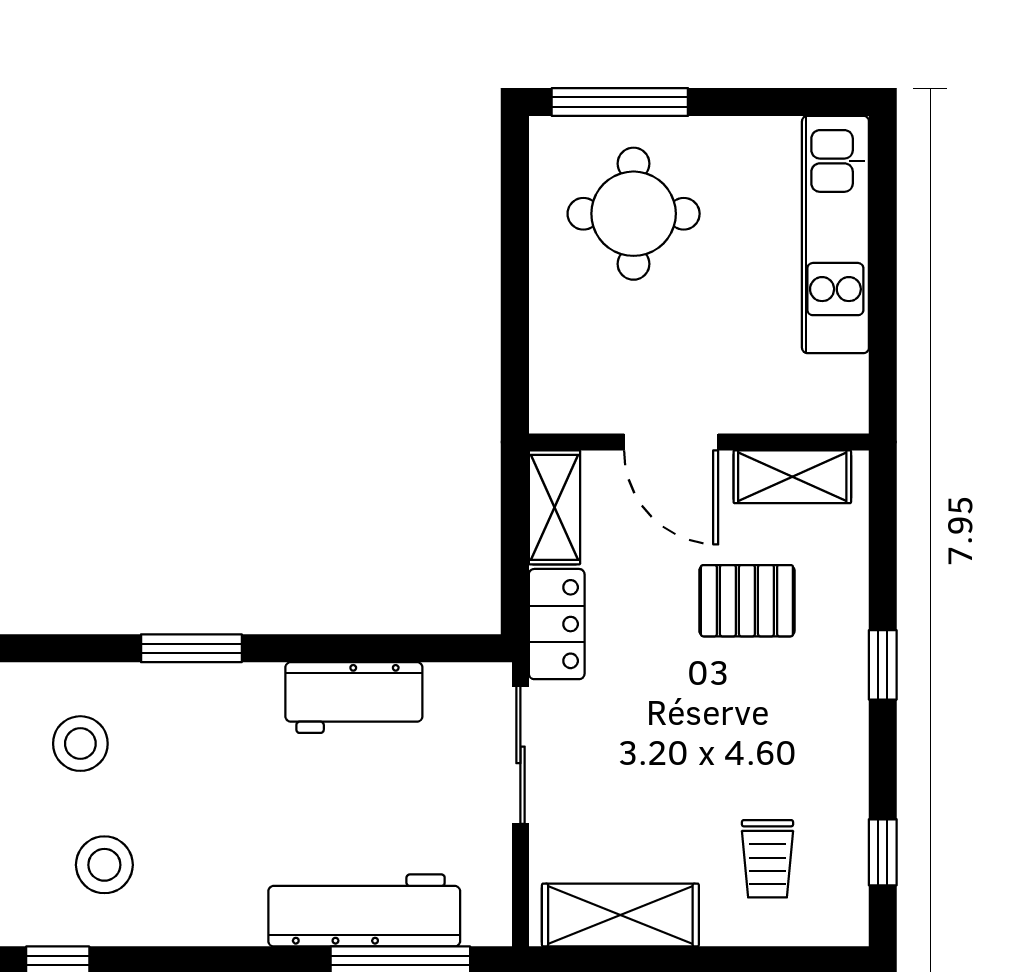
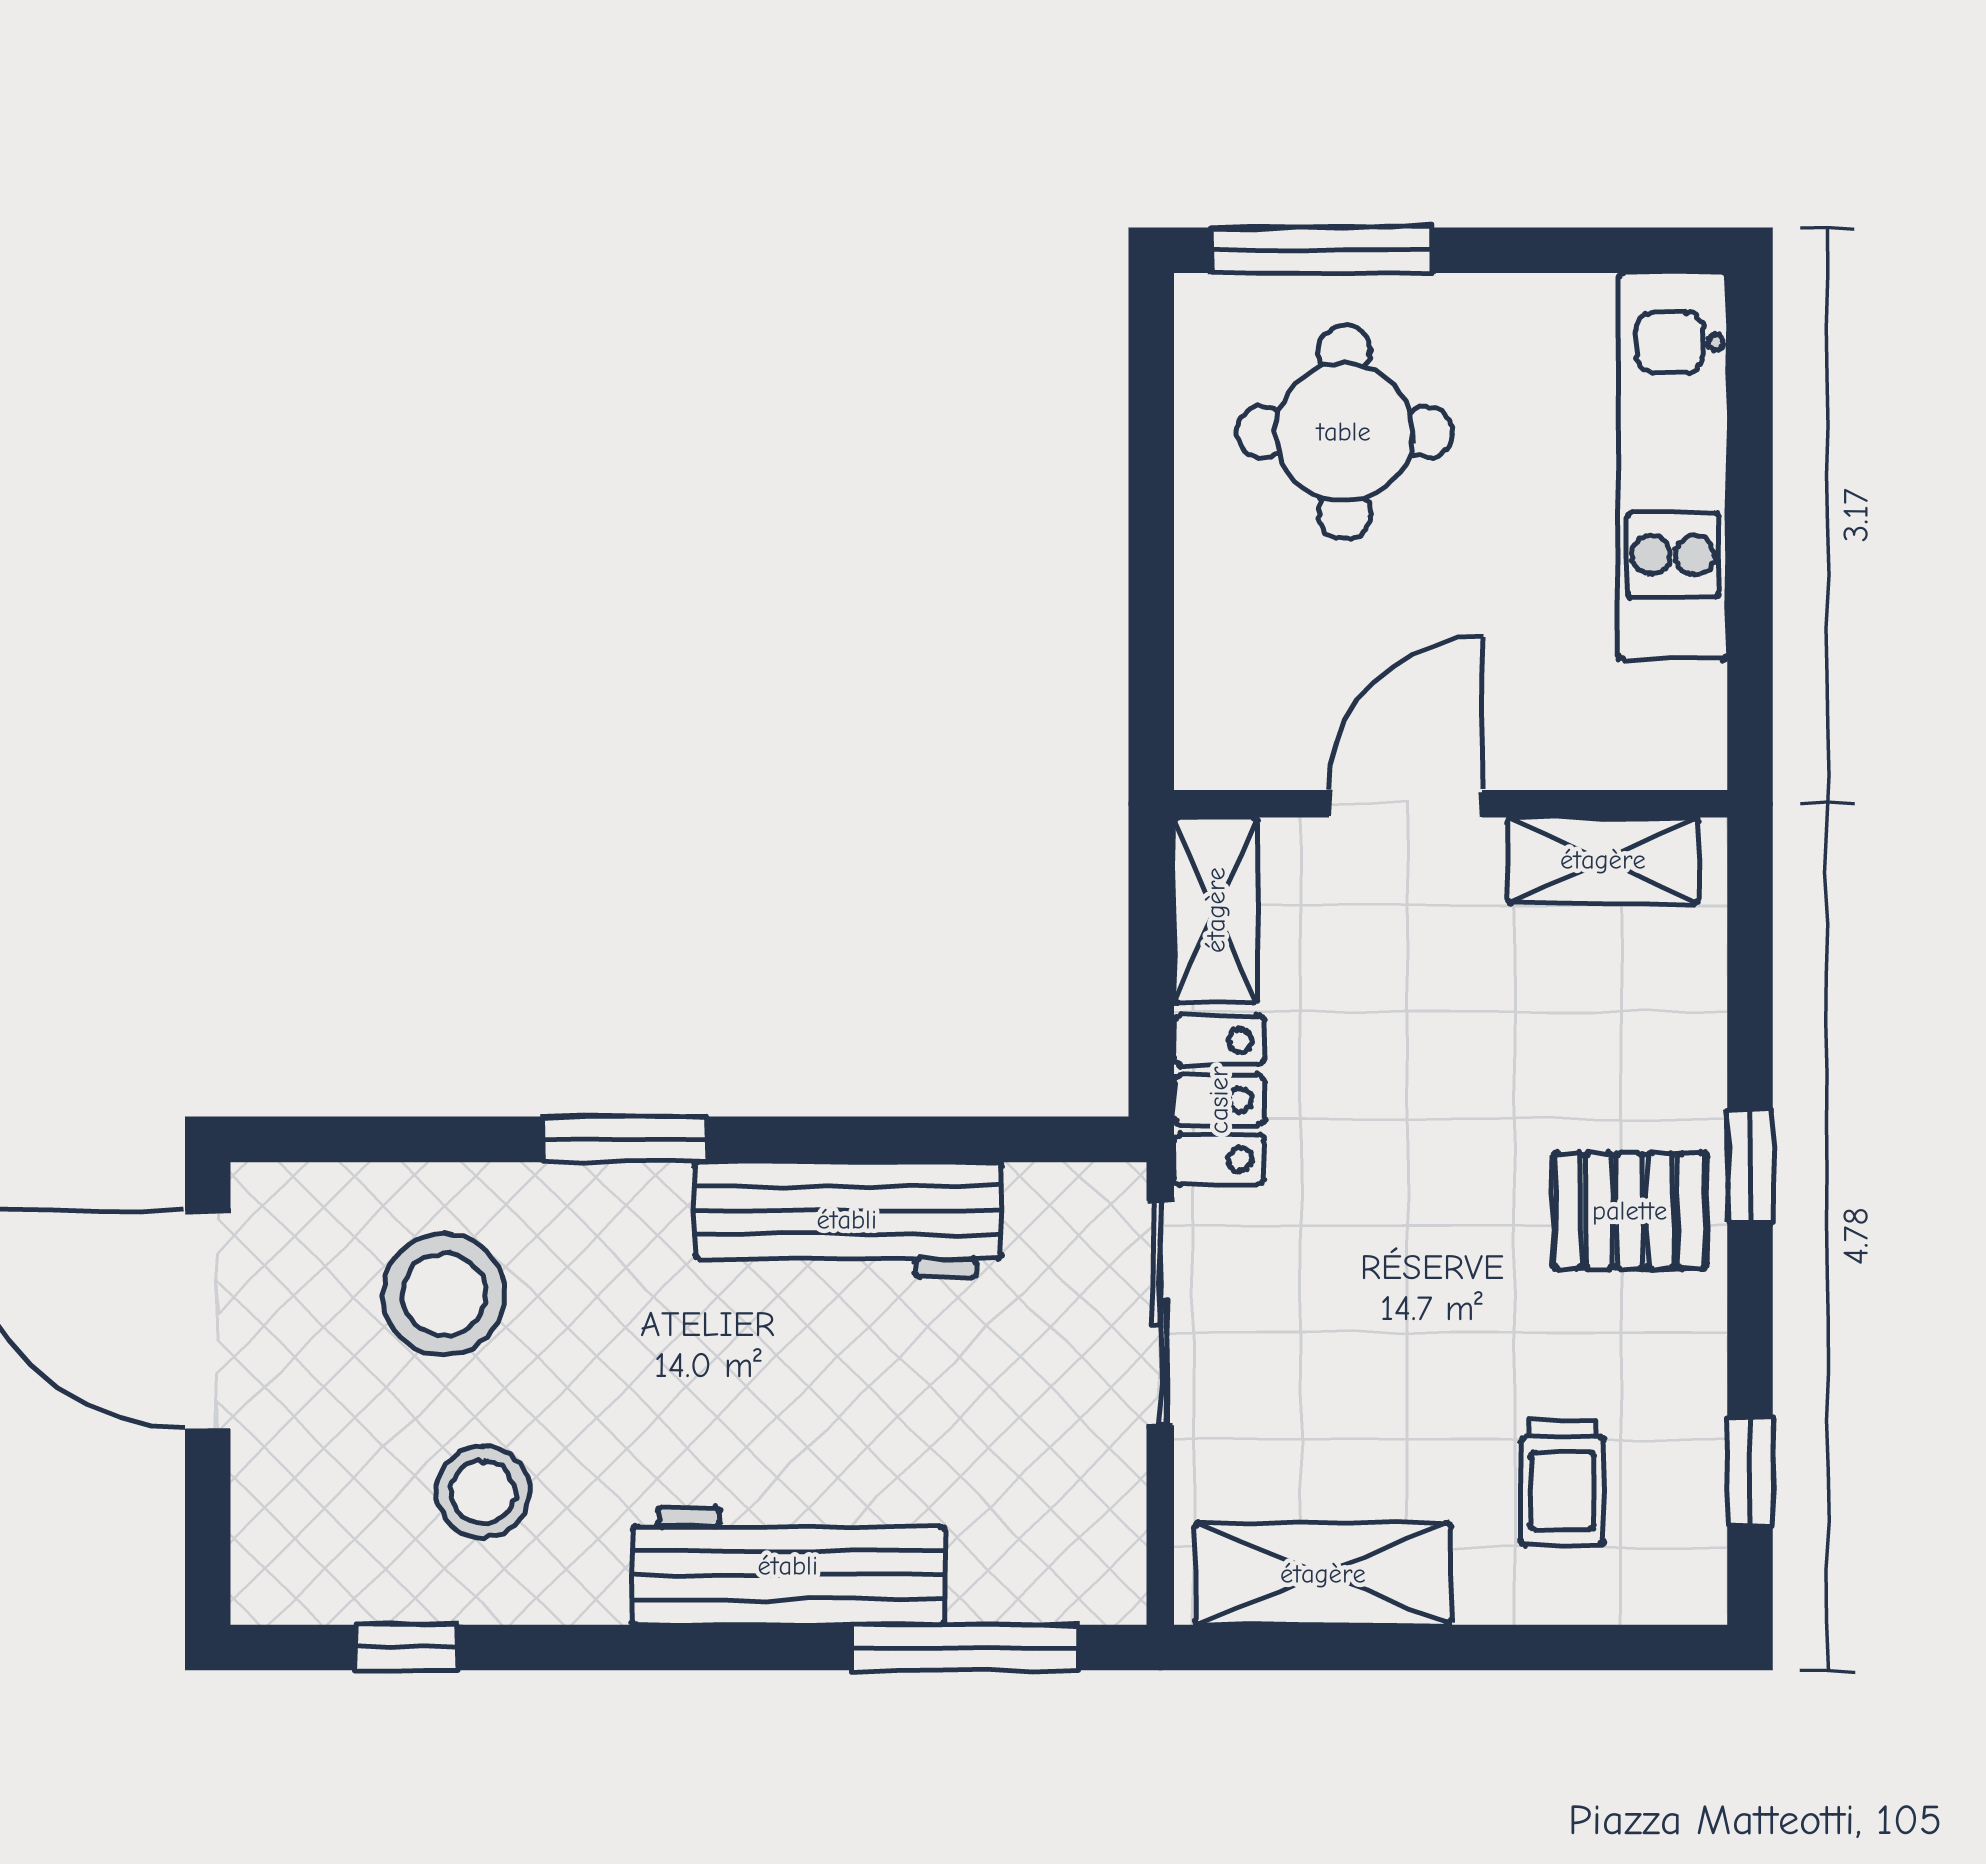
door: (671, 442) -> (1405, 804), swing flipped
pallet: (747, 601) -> (1630, 1211), moved
workbench: (354, 698) -> (847, 1220), width x1.38
stool: (80, 744) -> (444, 1295), width x1.38, depth x1.38
workbench: (364, 910) -> (788, 1566), moved

